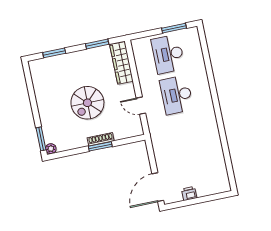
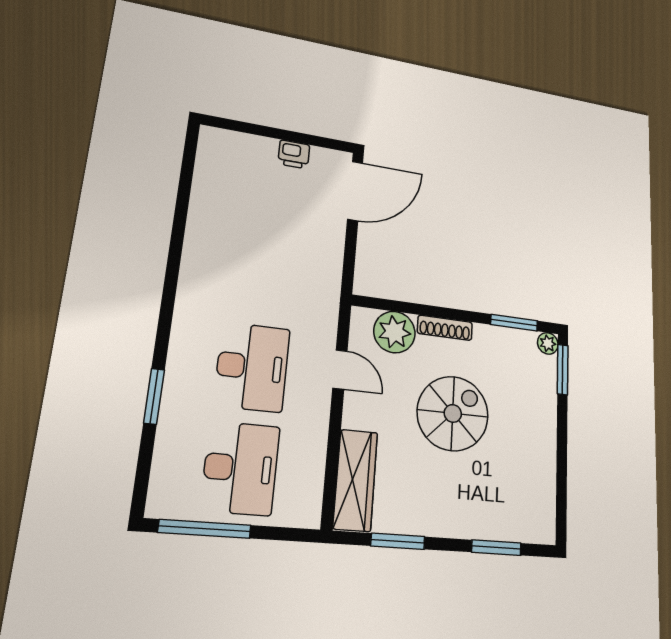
window: (174, 28) -> (205, 529), width x1.44
window: (209, 71) -> (154, 396), added
plant: (122, 130) -> (394, 332), added
window: (100, 146) -> (514, 323), moved

